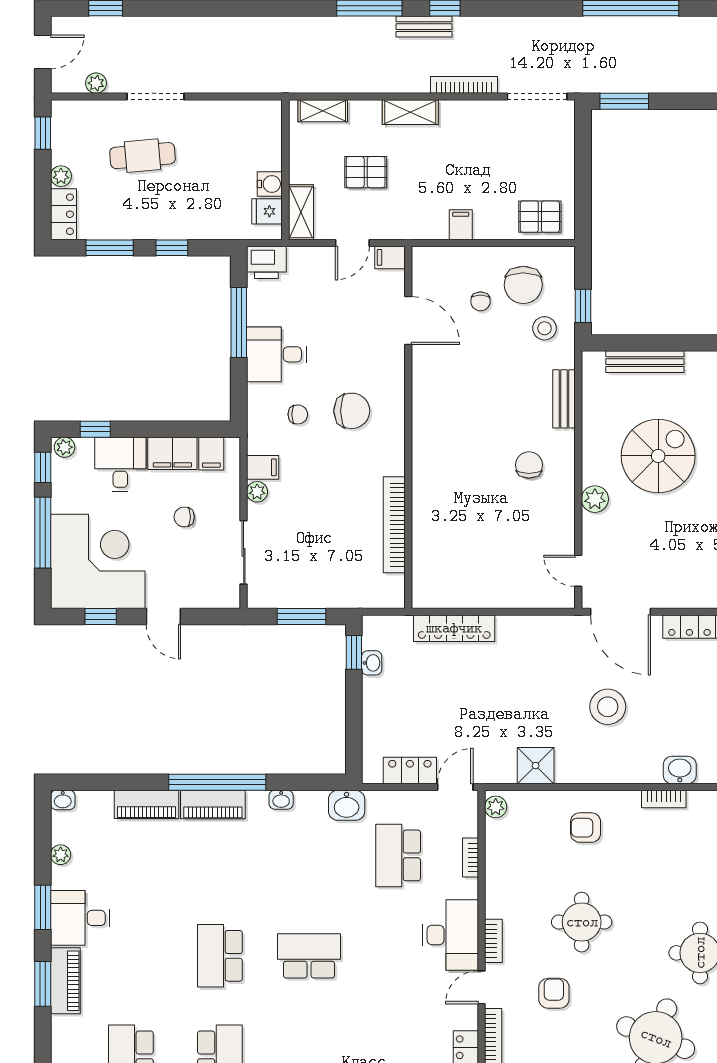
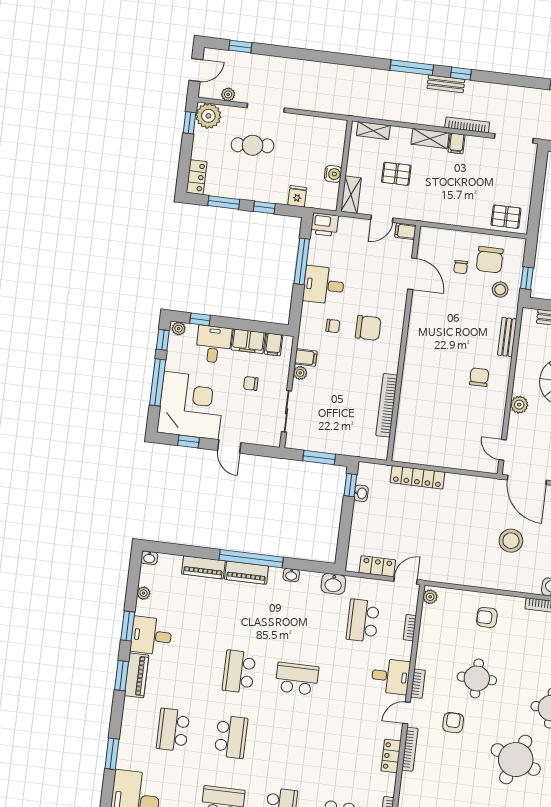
plant: (61, 176) -> (208, 116), moved, width x1.87, depth x1.87
fridge: (267, 211) -> (297, 196), moved, turned 90
filing cabinet: (461, 225) -> (457, 143), moved, turned 180
shower: (536, 766) -> (459, 573), removed
desk: (451, 935) -> (391, 676), width x0.73

